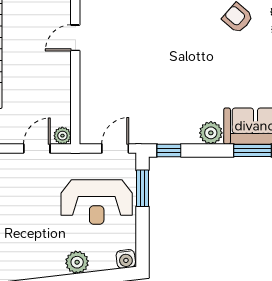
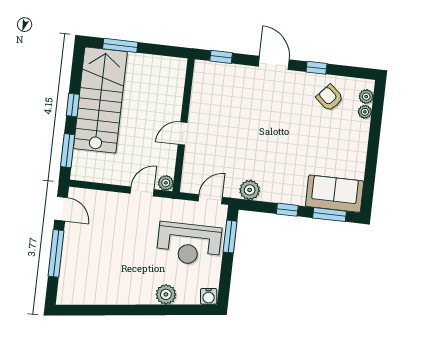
door: (75, 38) -> (183, 133), moved
plant: (211, 133) -> (250, 190), moved
window: (169, 150) -> (287, 210), moved

